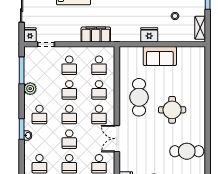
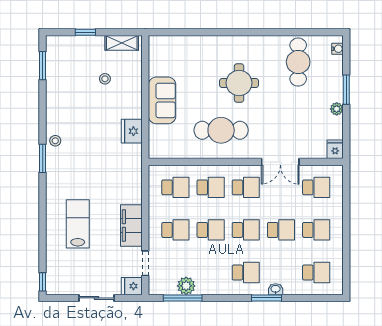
filing cabinet: (96, 35) -> (131, 225), moved
fridge: (149, 35) -> (132, 131), moved
plant: (30, 89) -> (186, 286), moved

